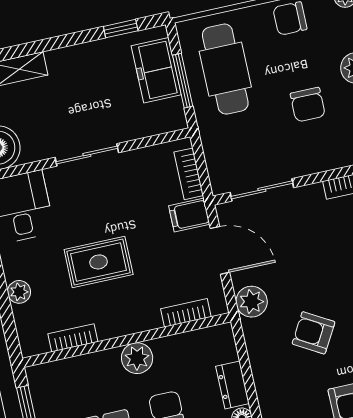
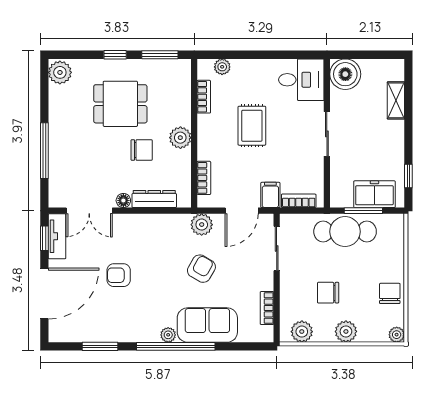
cafe table: (225, 69) -> (345, 232), moved
plant: (19, 292) -> (222, 67), moved
armchair: (314, 333) -> (201, 269), moved
dresser: (232, 385) -> (154, 199), width x1.44

